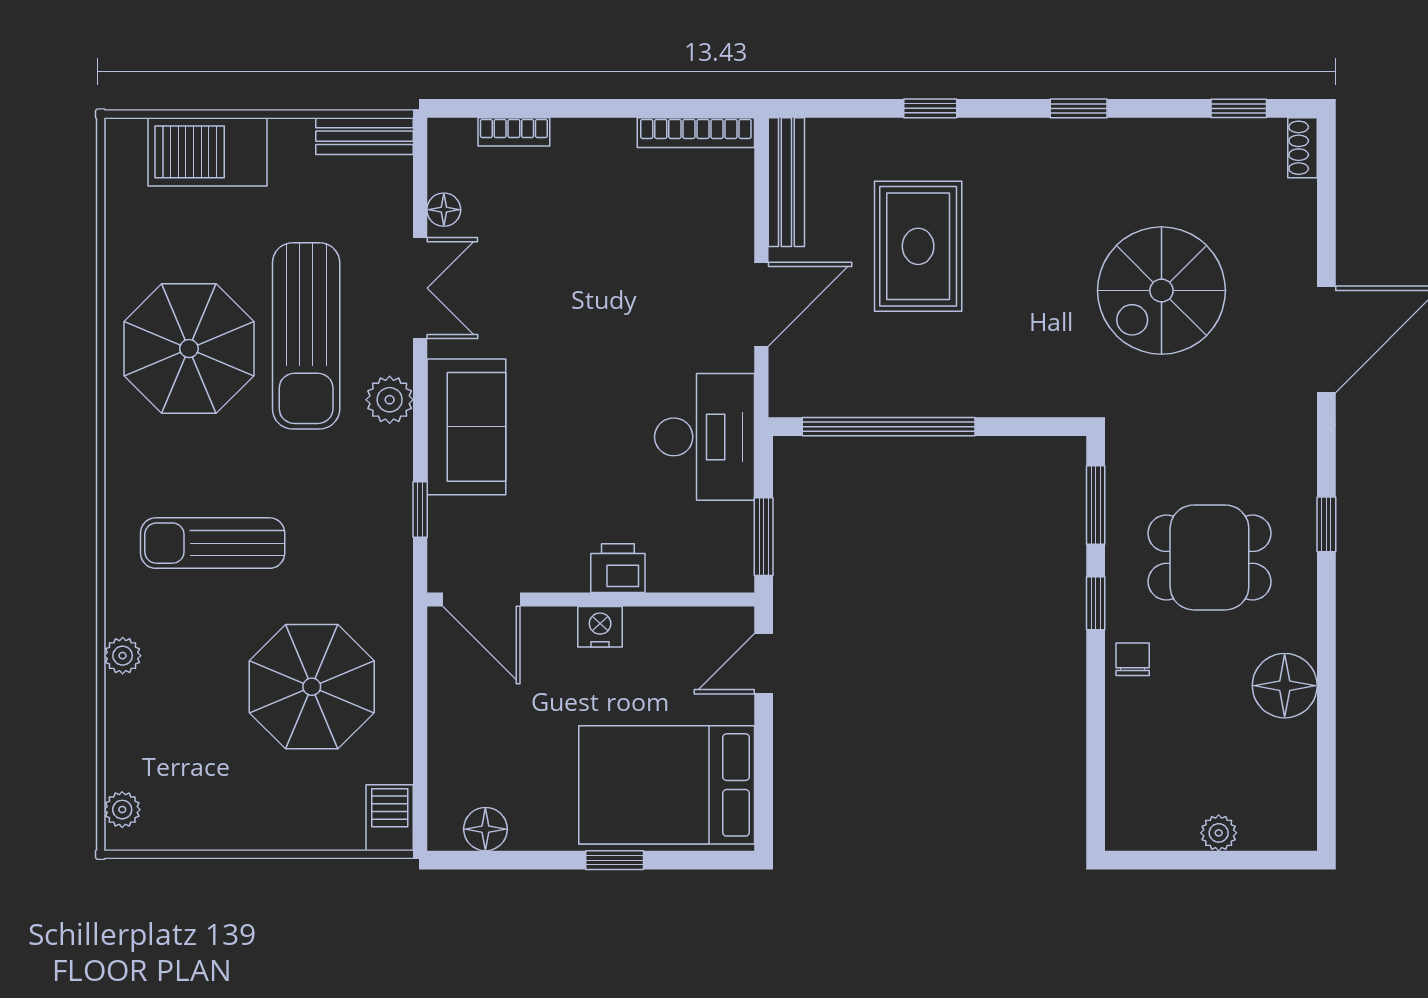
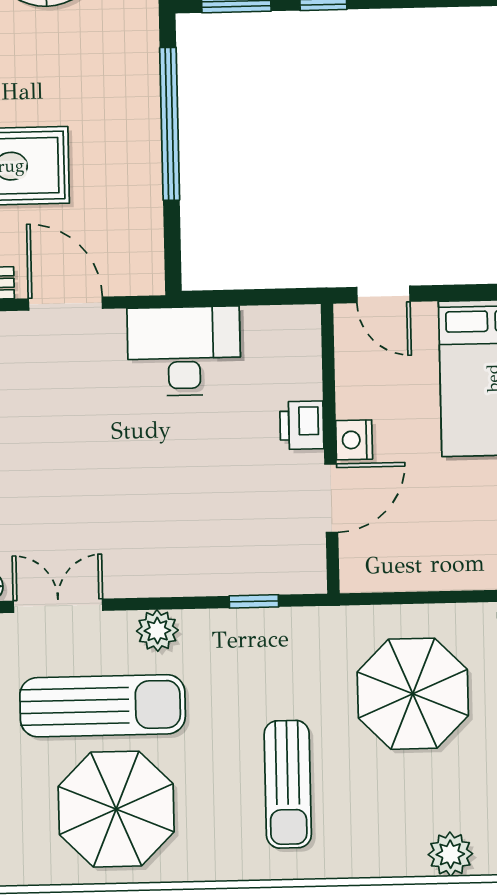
sofa: (466, 427) -> (180, 562), removed
window: (889, 427) -> (170, 124), moved
window: (764, 537) -> (271, 297), removed
door: (482, 599) -> (331, 498), moved
plant: (123, 656) -> (450, 854), moved, width x1.38, depth x1.38

